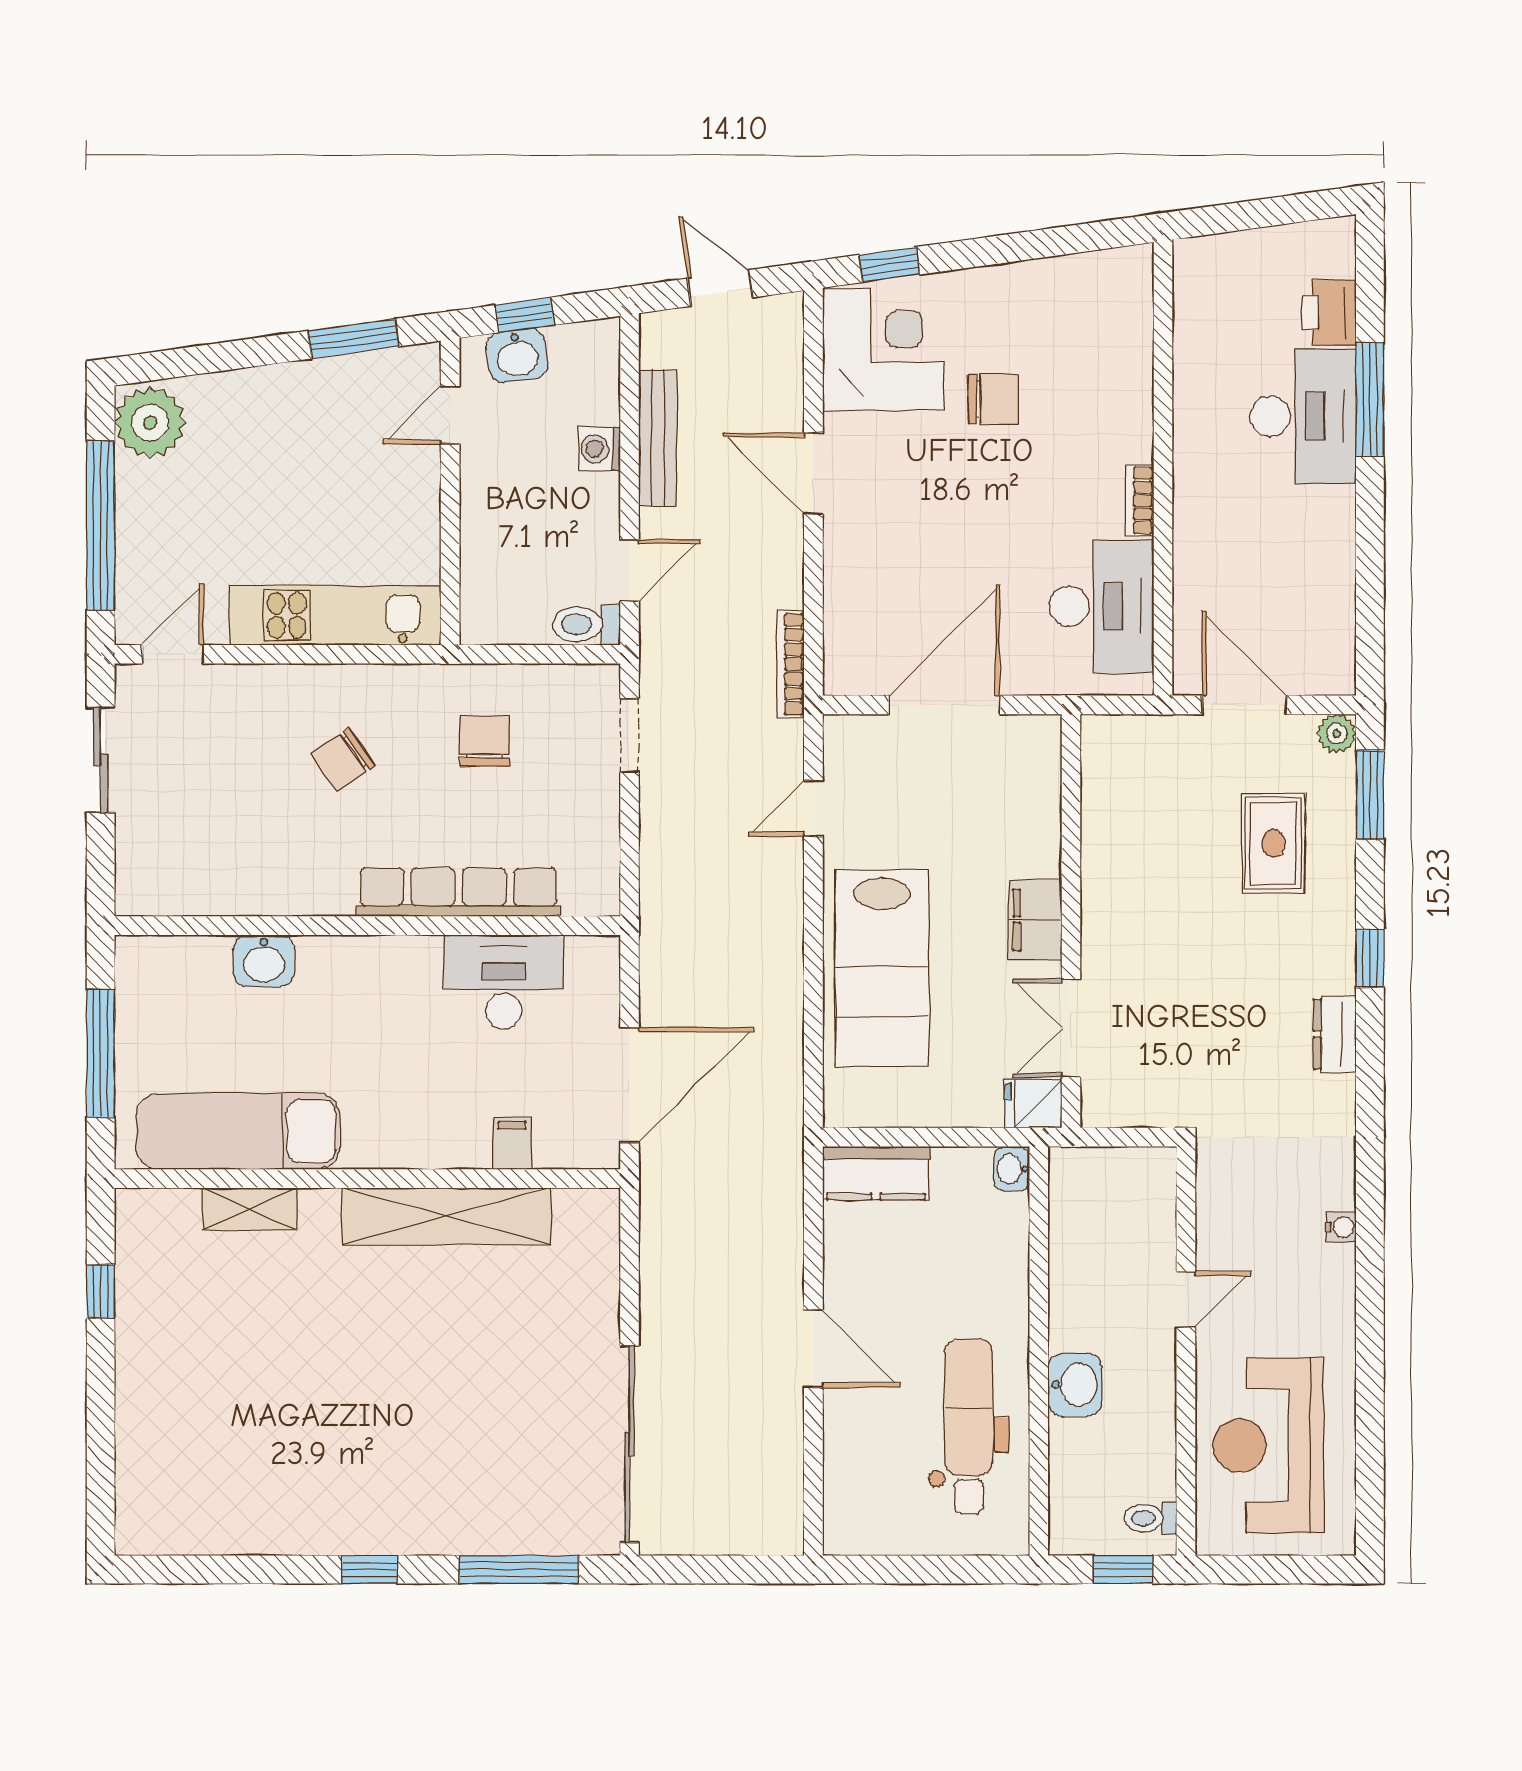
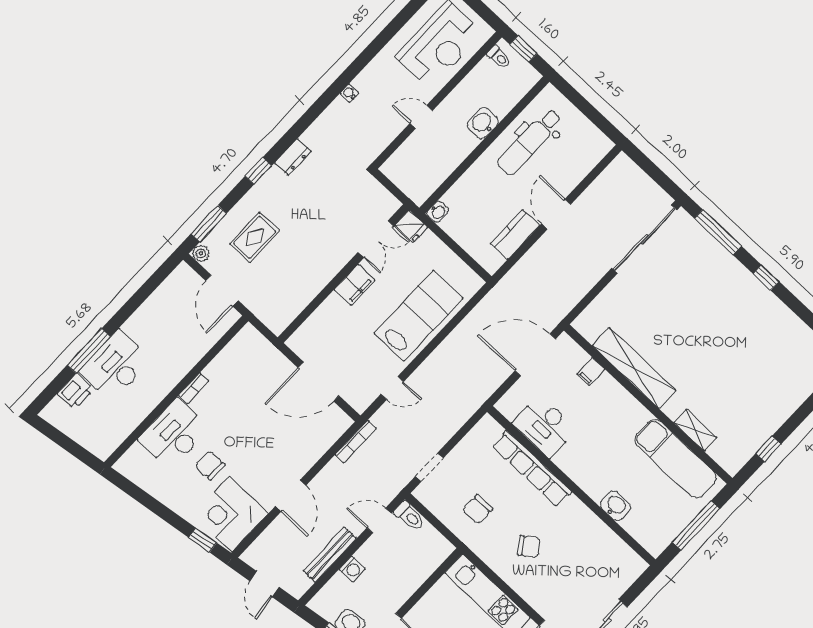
desk: (1101, 606) -> (174, 434), moved
kitchen counter: (876, 1173) -> (515, 235), moved, turned -90

